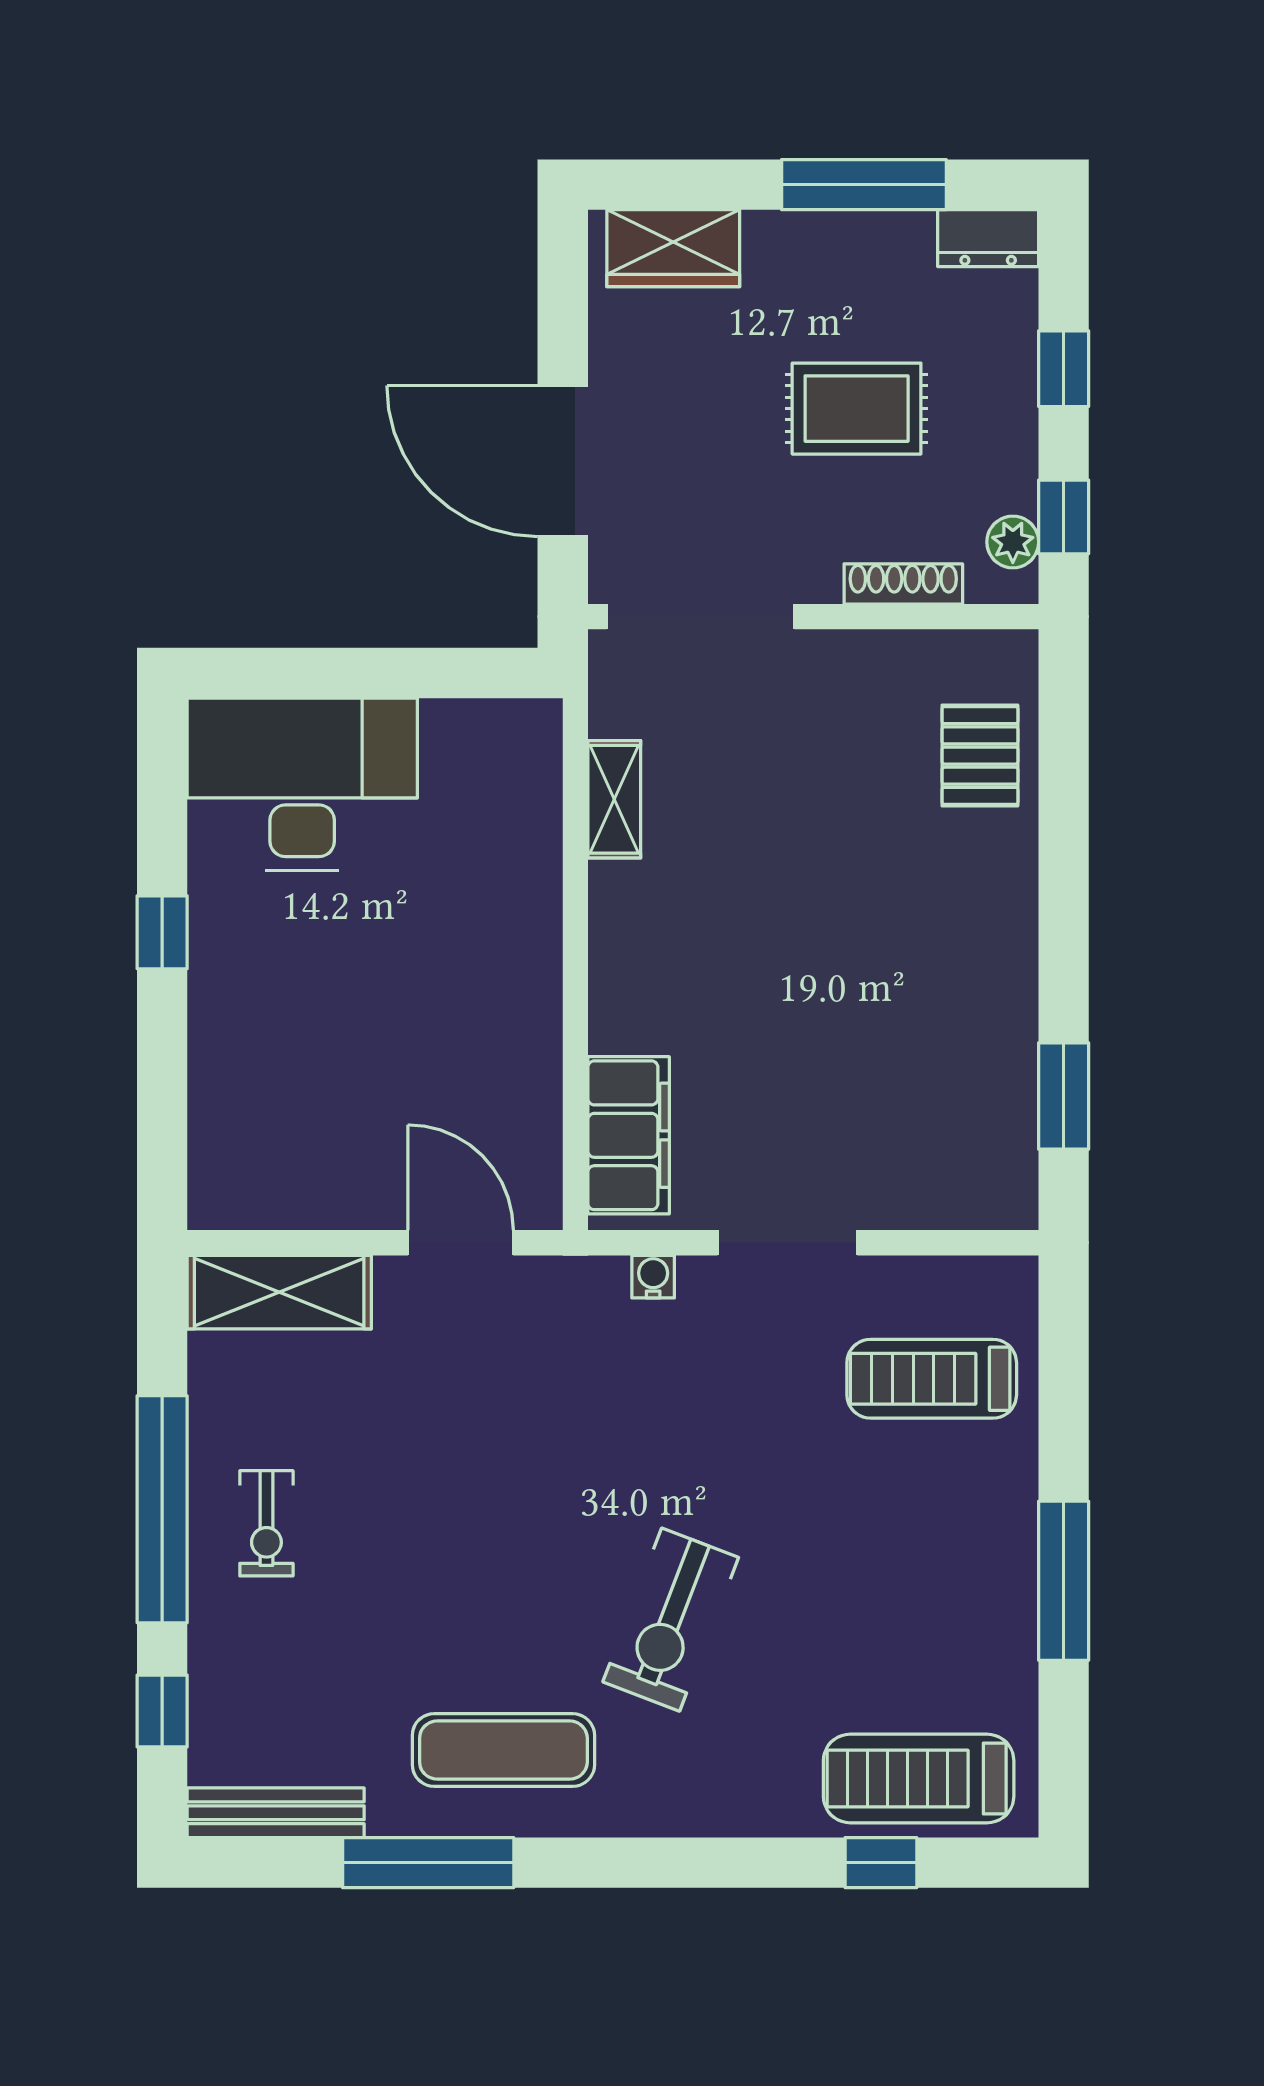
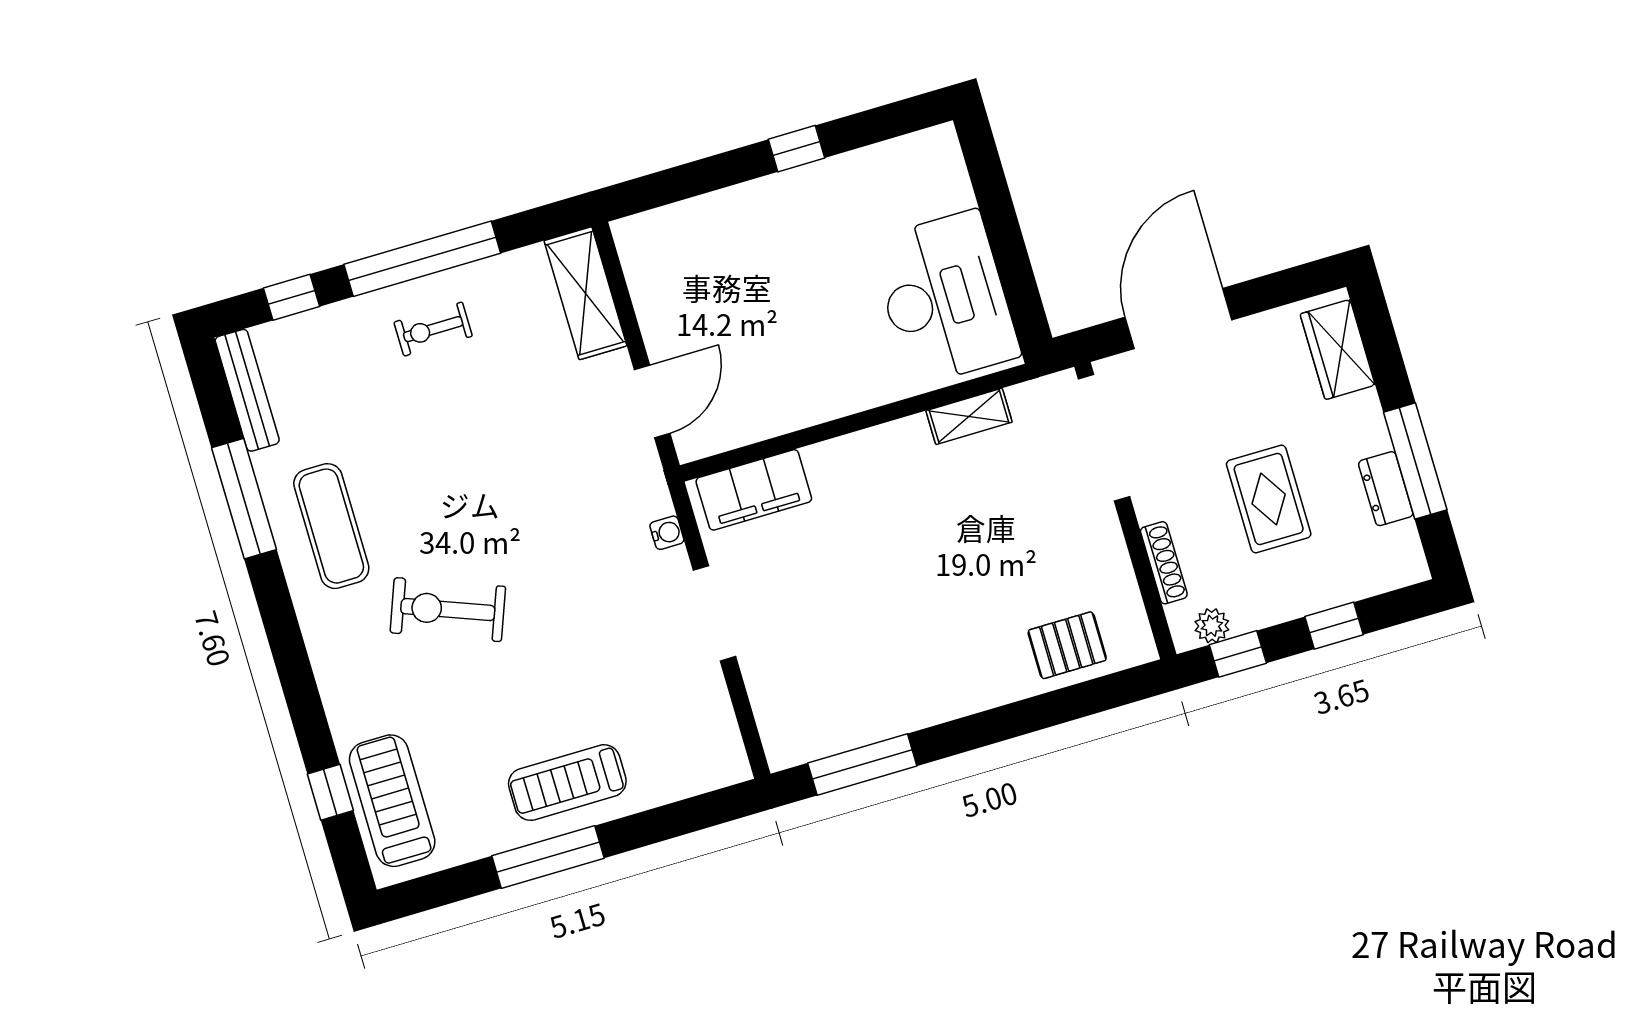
dresser: (988, 238) -> (1386, 489), moved
desk: (302, 784) -> (945, 298), moved
window: (1064, 1096) -> (862, 764), width x1.44
treadmill: (932, 1379) -> (567, 783), moved, turned -90

